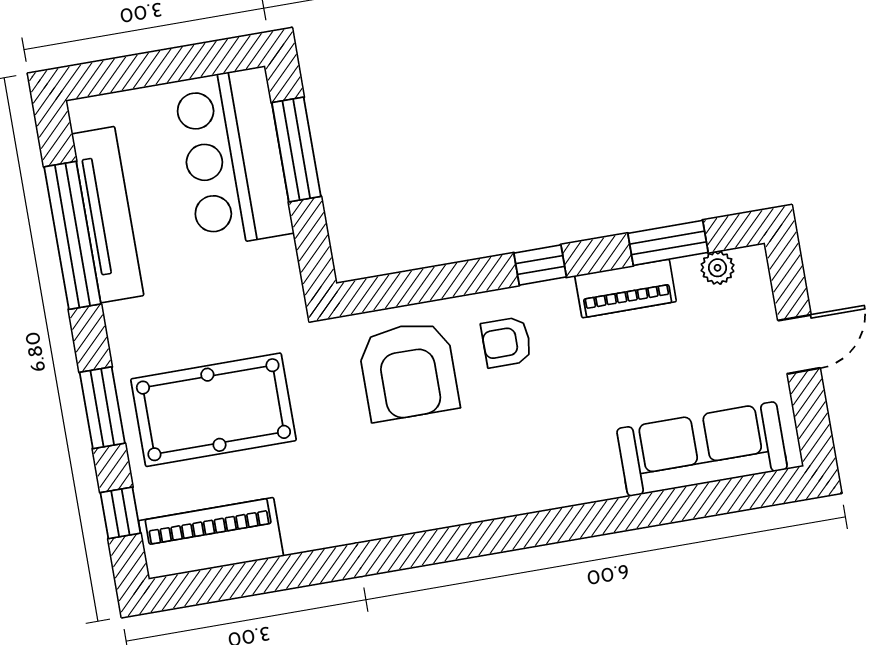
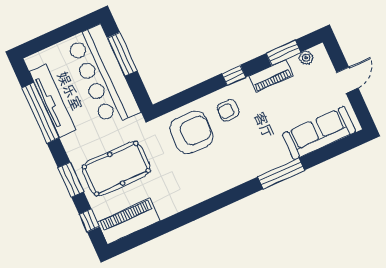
bar counter: (233, 157) -> (103, 76), width x1.36
armchair: (409, 371) -> (191, 132), turned -90
window: (591, 520) -> (281, 173), added

